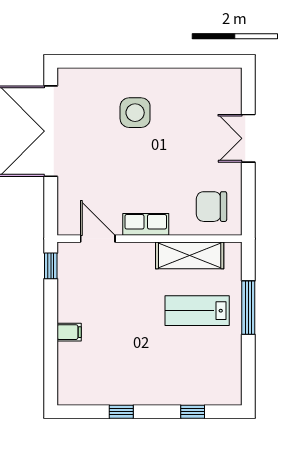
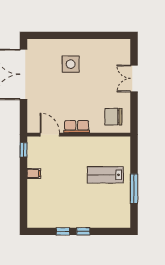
shelving: (190, 255) -> (101, 144), removed
window: (248, 308) -> (134, 189), moved
filing cabinet: (69, 332) -> (34, 173), moved
window: (193, 412) -> (83, 231), moved

